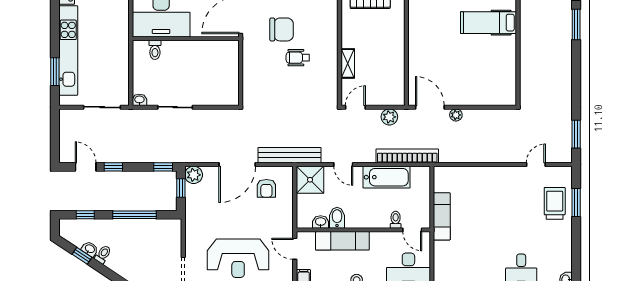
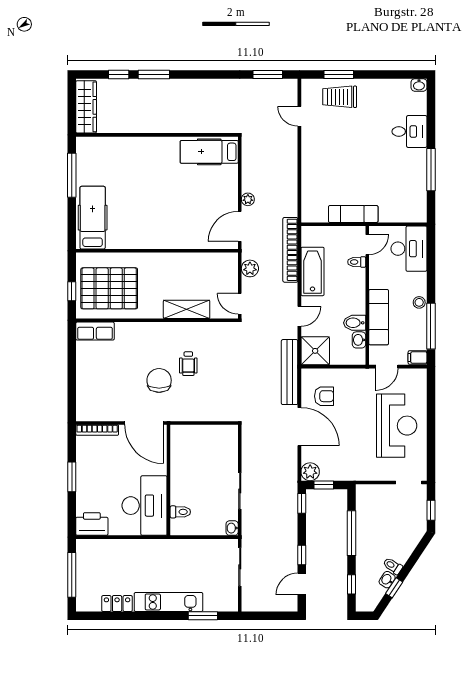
hospital bed: (488, 23) -> (209, 152), moved, turned 90
kitchen unit: (68, 50) -> (168, 602), width x0.73
shelving: (348, 63) -> (187, 309), width x1.50, depth x1.33

